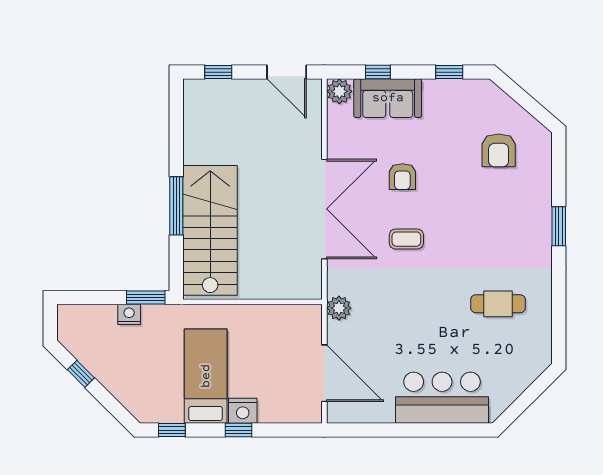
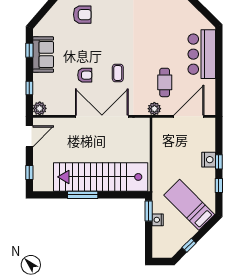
sofa: (388, 98) -> (43, 55), moved
armchair: (499, 150) -> (82, 15), moved
window: (176, 206) -> (83, 195), moved
stairs: (210, 230) -> (101, 177), width x1.36
cafe table: (498, 304) -> (165, 82), moved
bed: (206, 376) -> (189, 205), moved, turned 45
window: (172, 430) -> (219, 186), moved

